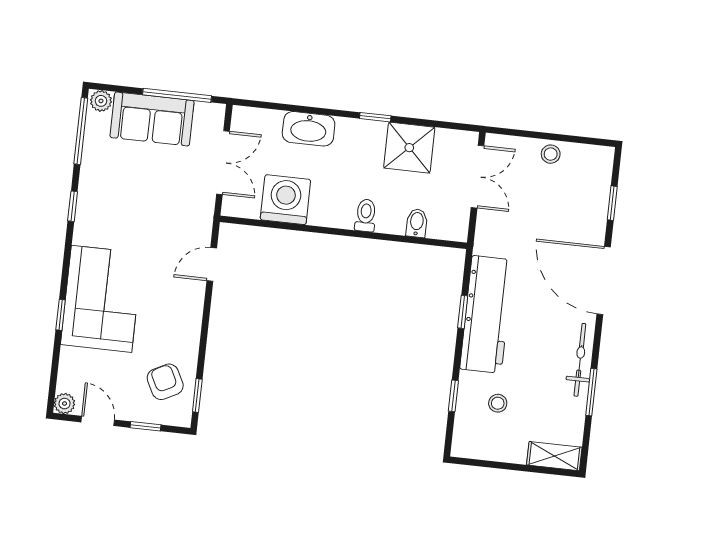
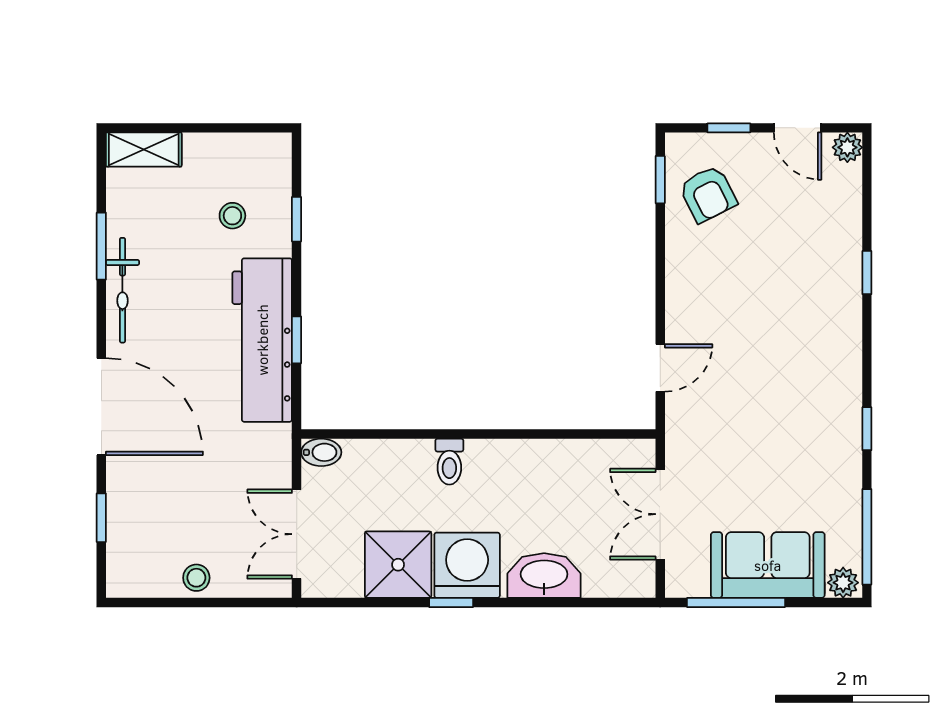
washing machine: (285, 200) -> (467, 565), moved, turned 180
bidet: (417, 223) -> (321, 452), moved, turned -90
corner sofa: (102, 299) -> (811, 302), removed

